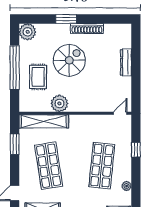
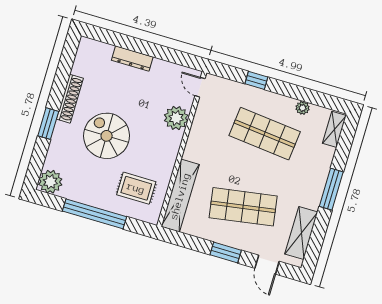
rug: (38, 77) -> (136, 188), moved
plant: (59, 103) -> (176, 118), moved
window: (15, 144) -> (226, 252), moved

